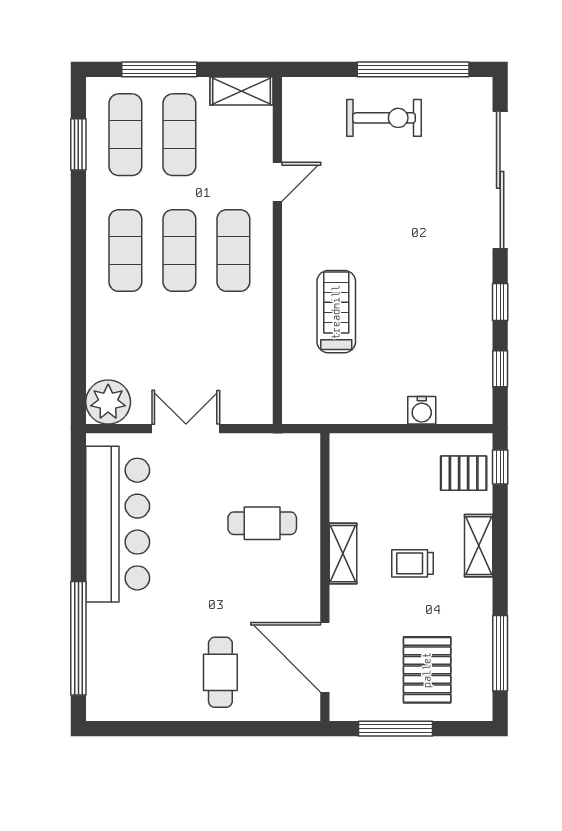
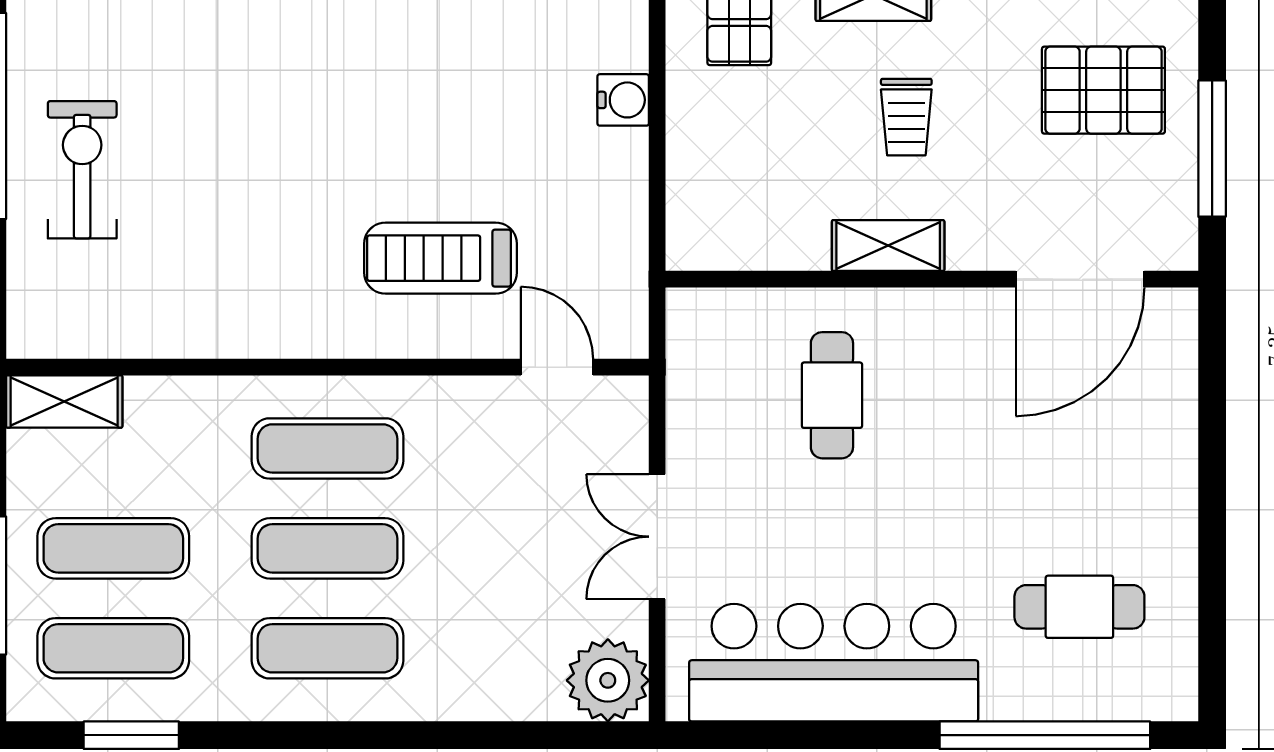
shelving: (241, 91) -> (64, 401), moved, turned 90
door: (277, 182) -> (557, 367), moved
cafe table: (220, 672) -> (1079, 607), moved

